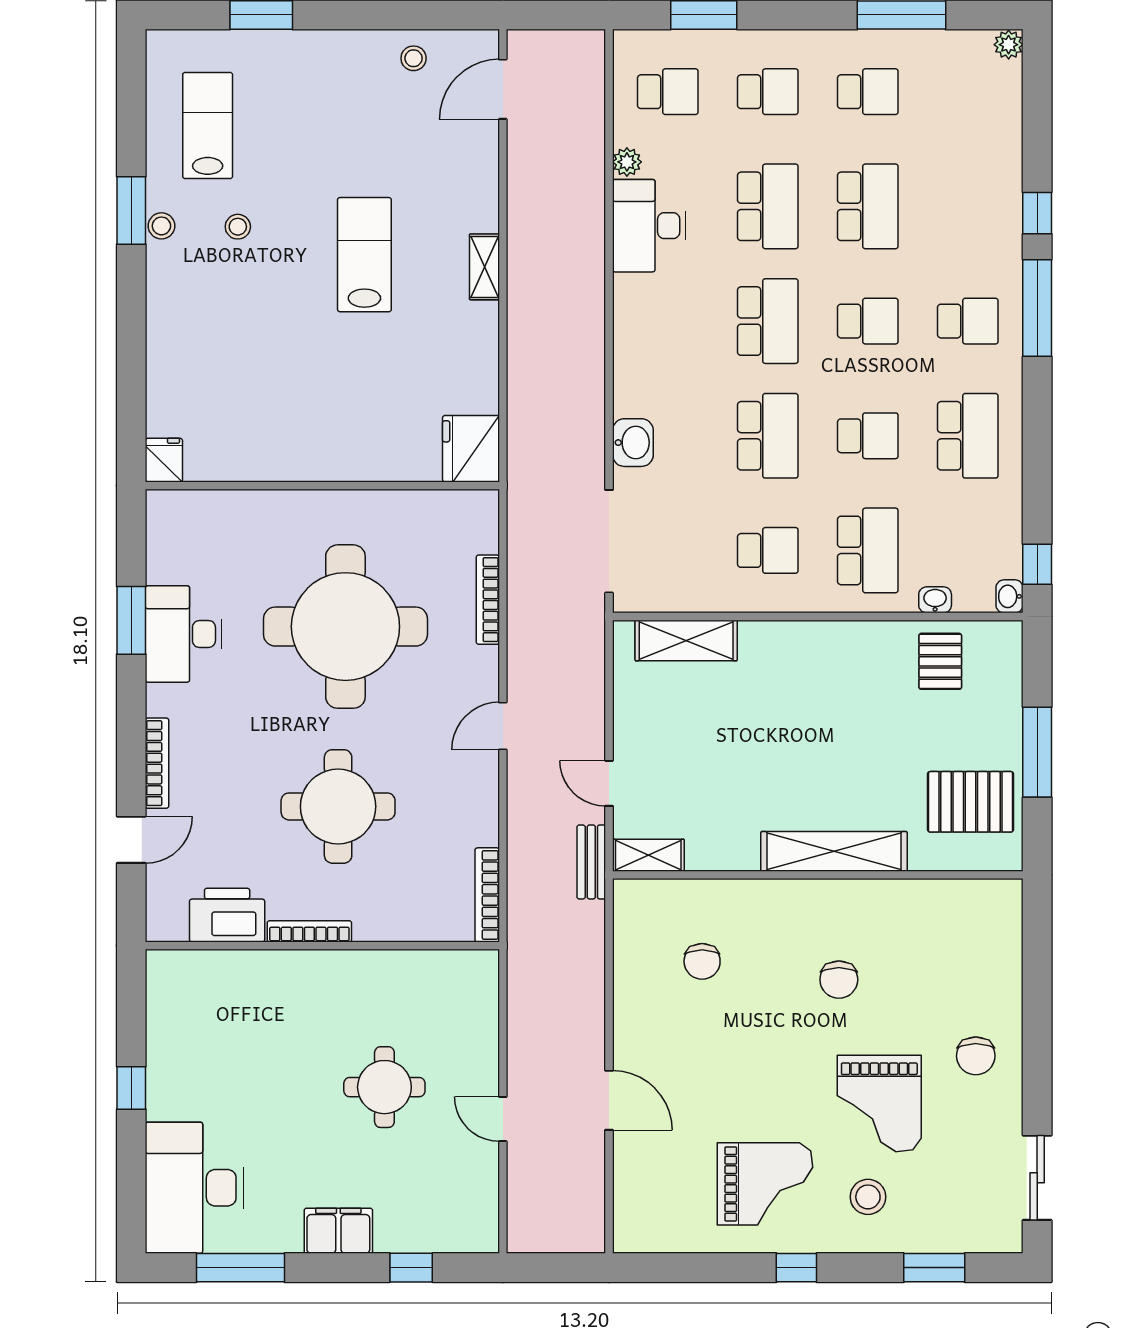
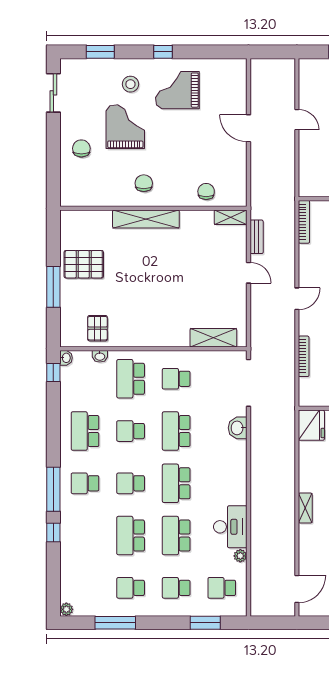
shelving: (834, 851) -> (146, 219), moved
shelving: (648, 855) -> (231, 217), moved
wall: (818, 875) -> (153, 208), moved

